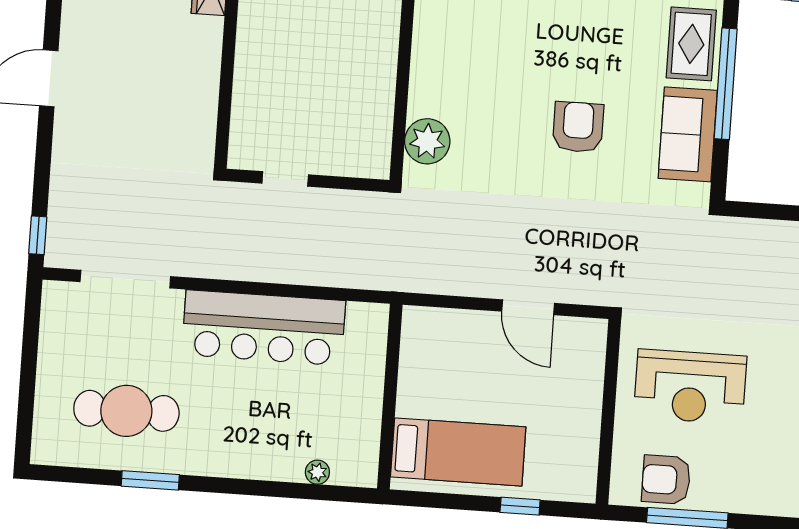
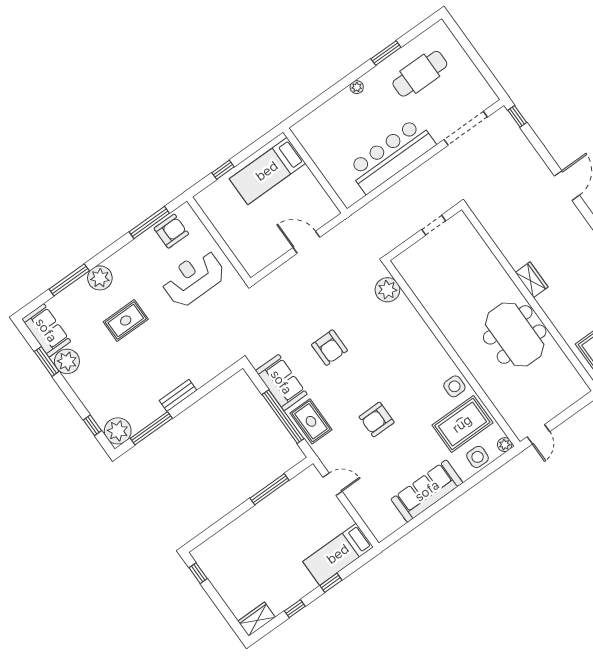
door: (528, 307) -> (306, 242), moved
plant: (317, 472) -> (357, 87), moved

